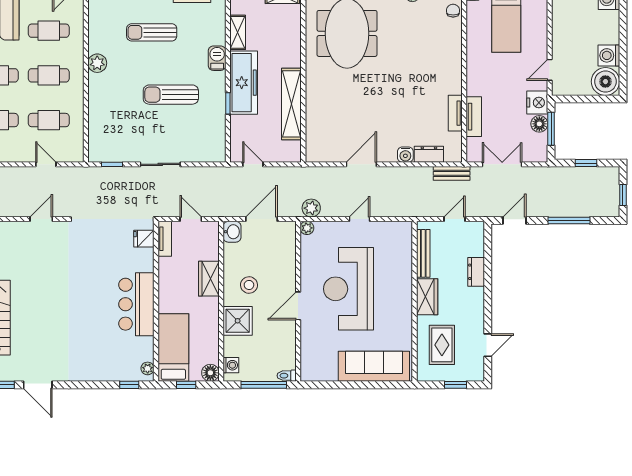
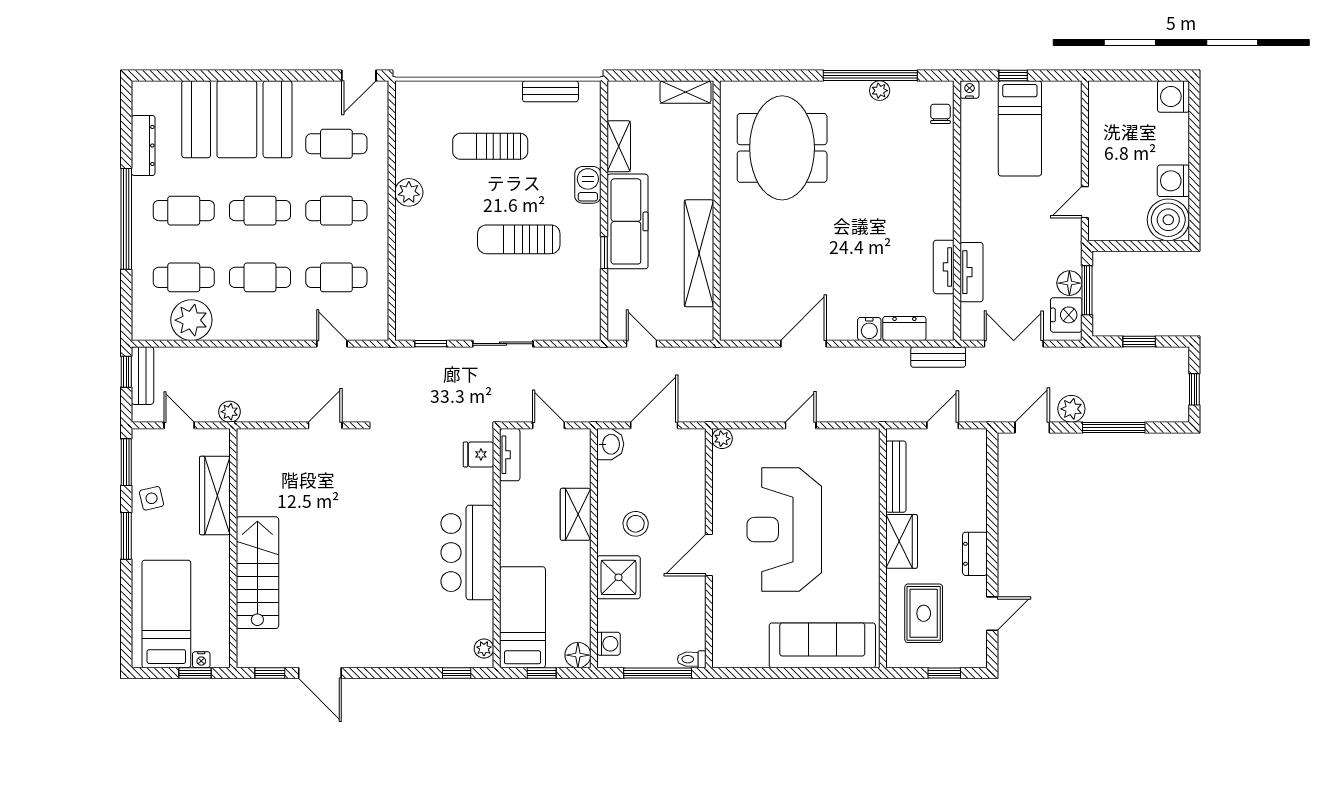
nightstand: (537, 103) -> (1066, 315), moved
plant: (311, 208) -> (1071, 409), moved
dresser: (476, 272) -> (975, 554), moved

